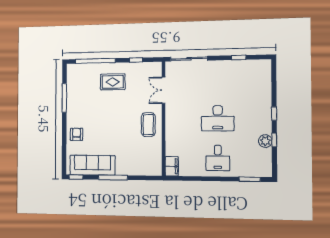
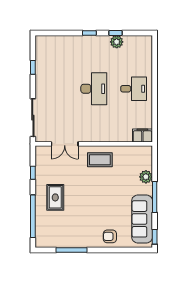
plant: (132, 169) -> (146, 177), added
window: (250, 179) -> (155, 57), removed

